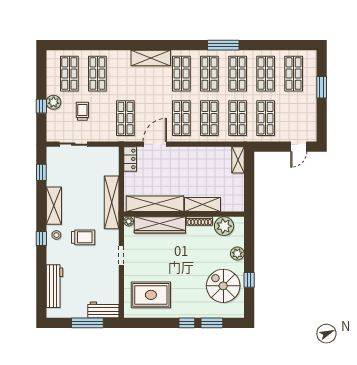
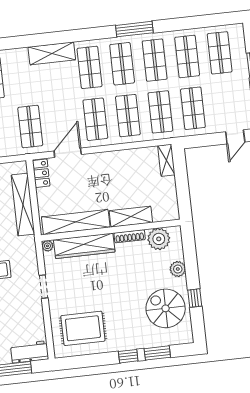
shelving: (112, 202) -> (23, 205), moved

